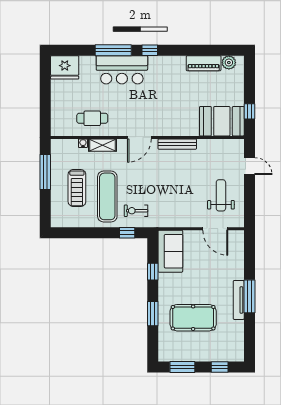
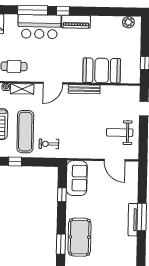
piano: (204, 63) -> (76, 22), moved
booth: (222, 121) -> (102, 71), moved
weight bench: (221, 195) -> (120, 132), turned -90
window: (127, 233) -> (15, 162), moved
window: (153, 314) -> (61, 244), moved
pool table: (193, 318) -> (80, 237), moved, turned 90

